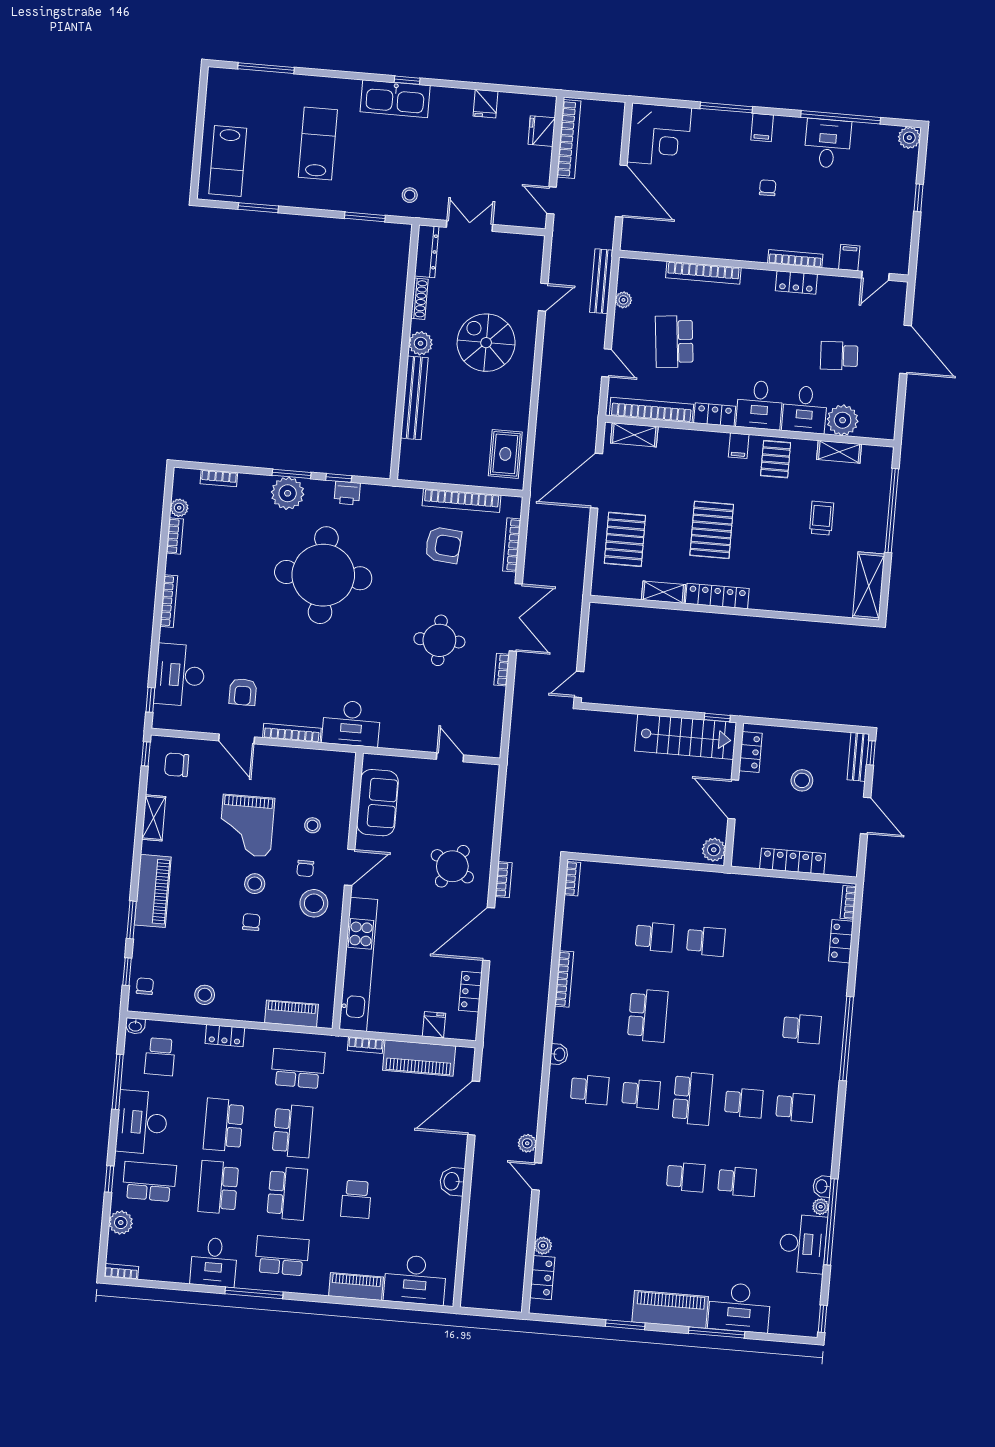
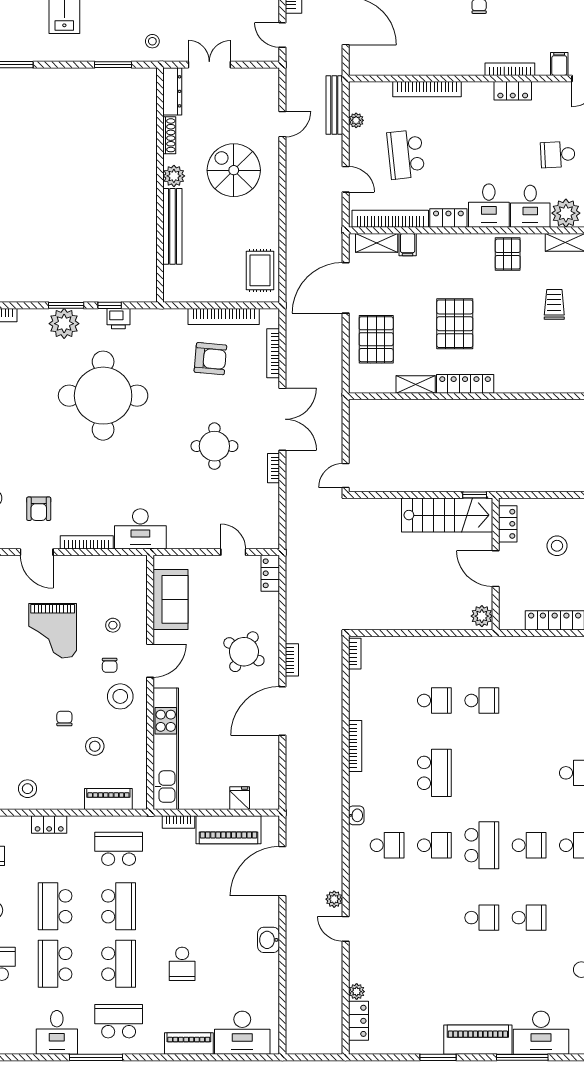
filing cabinet: (739, 446) -> (408, 245), moved
stool: (255, 884) -> (95, 746), moved
locker: (470, 992) -> (270, 573), moved

